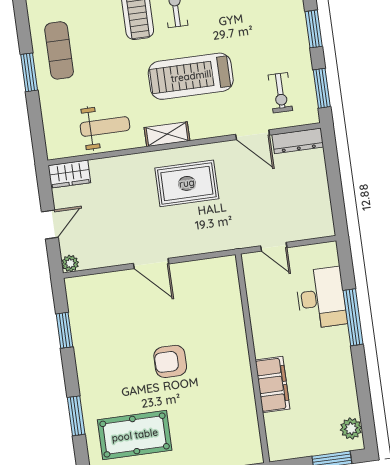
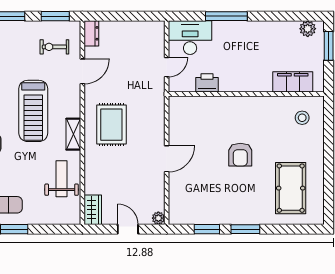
exercise bike: (280, 93) -> (54, 47), turned 180
dresser: (298, 141) -> (91, 33), width x0.70
desk: (321, 298) -> (190, 38), moved
printer: (260, 304) -> (207, 83), added
filing cabinet: (273, 385) -> (293, 82), moved
window: (76, 416) -> (245, 229), moved
stool: (231, 437) -> (302, 118), added

